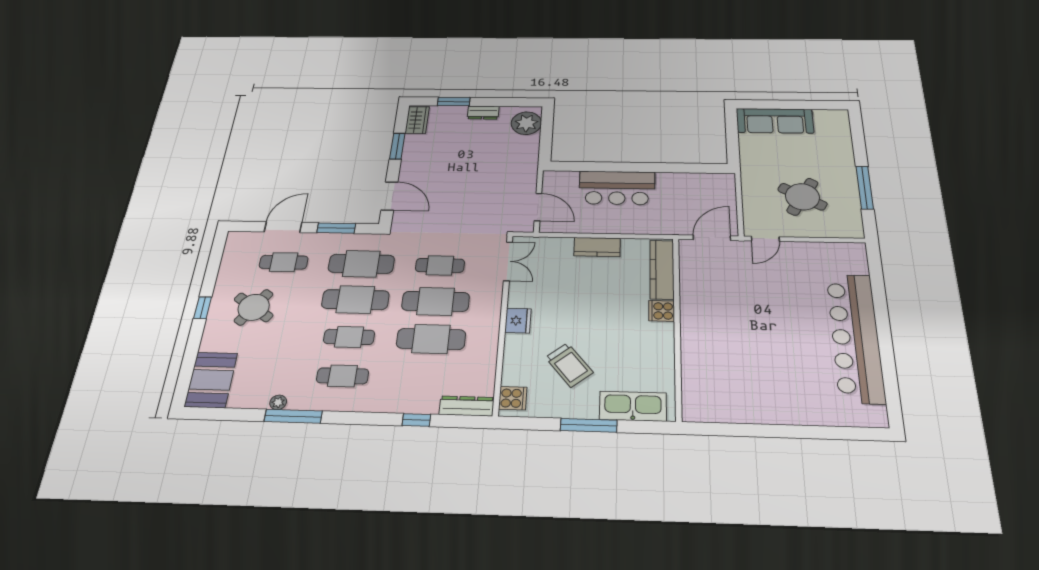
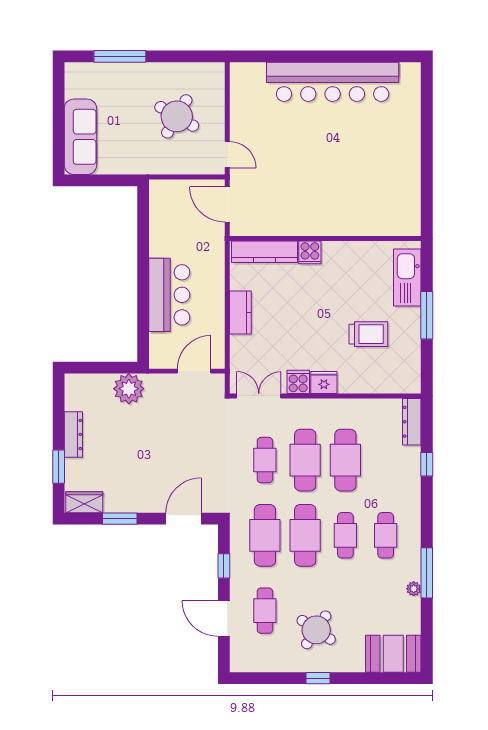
dresser: (483, 113) -> (73, 434), width x1.44
plant: (526, 123) -> (129, 389), moved
window: (865, 187) -> (120, 56), moved
window: (336, 228) -> (224, 566), width x0.67
trolley: (569, 365) -> (368, 334), turned 39
cooker: (513, 398) -> (298, 382), moved

